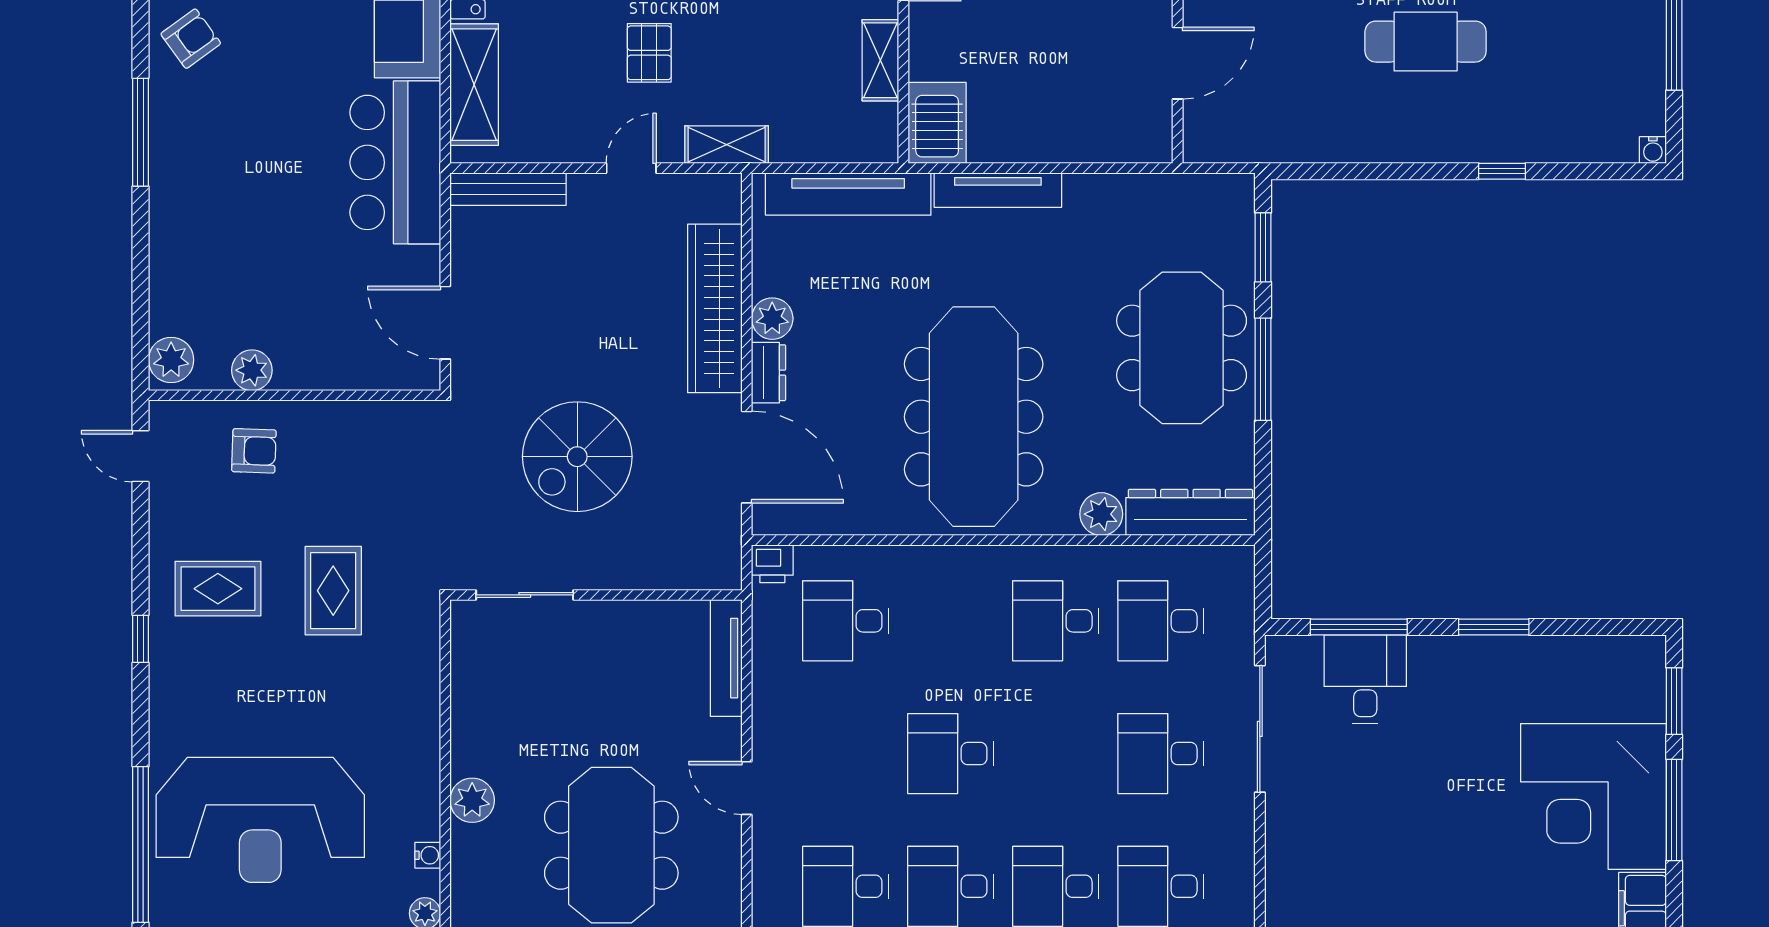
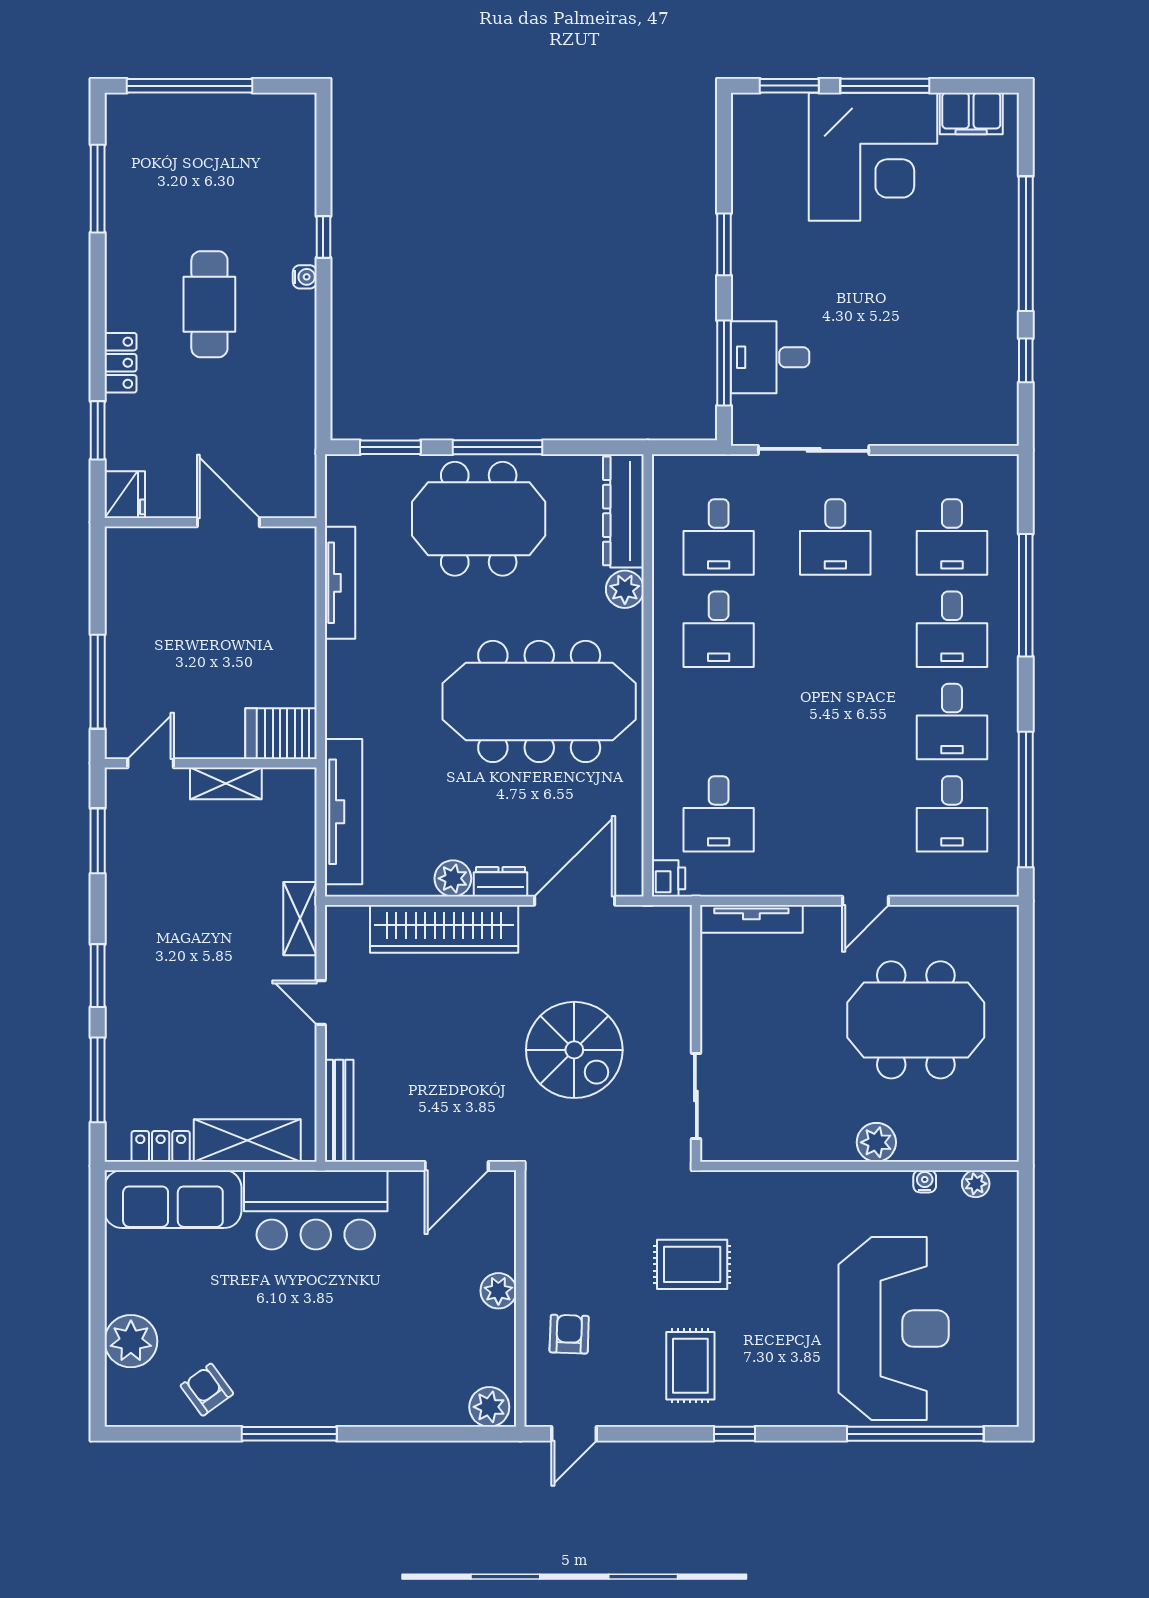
pallet: (649, 53) -> (219, 987), removed
water cooler: (1653, 150) -> (305, 277), moved
tv unit: (998, 190) -> (340, 583), moved
plant: (252, 370) -> (498, 1291), moved
desk: (951, 754) -> (835, 722), removed

